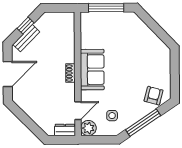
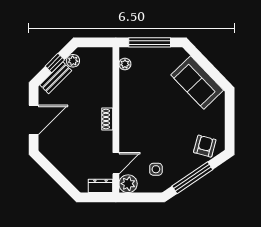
plant: (41, 24) -> (73, 61), added
plant: (85, 26) -> (125, 64), added
sofa: (92, 70) -> (197, 83), moved, turned 136

